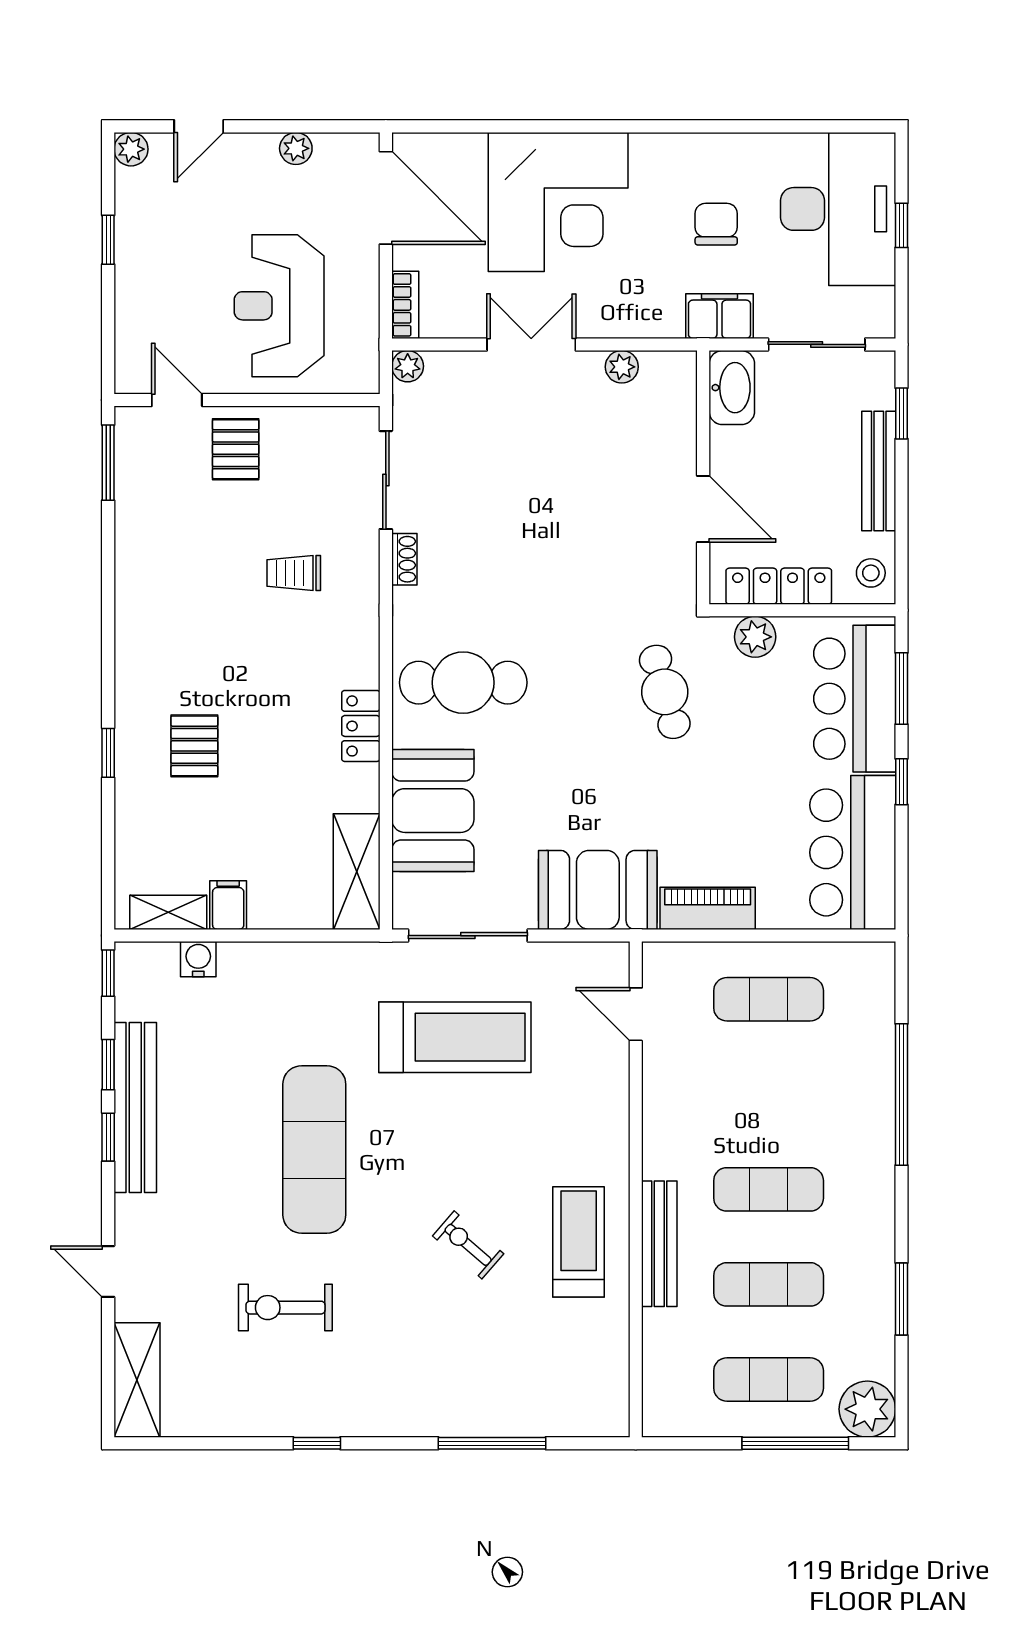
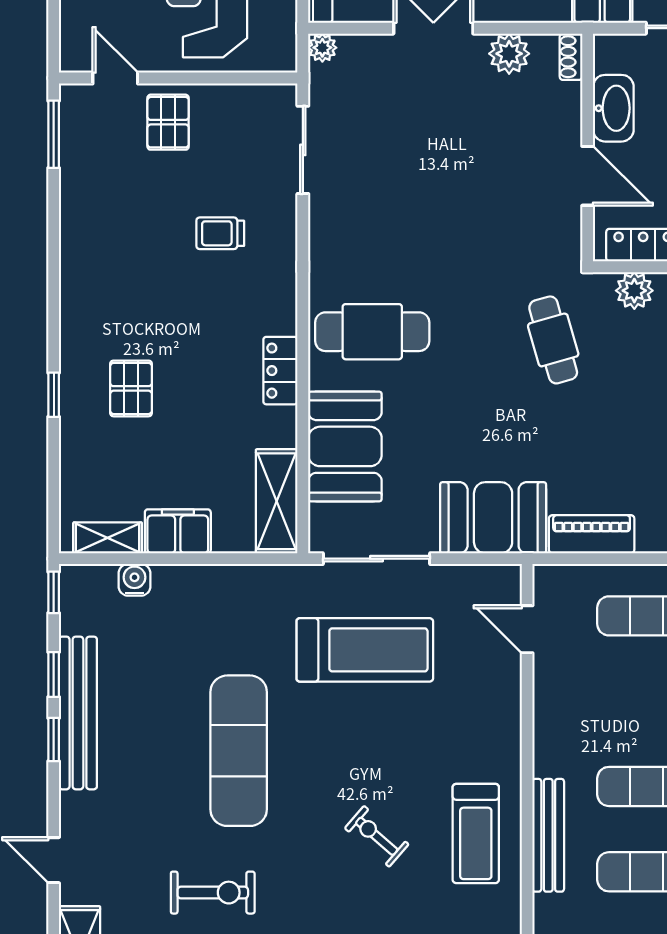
plant: (622, 367) -> (509, 54), width x1.38, depth x1.38
washbasin: (732, 388) -> (613, 108), moved
shoe rack: (404, 559) -> (571, 57), moved, turned 180
filing cabinet: (228, 905) -> (178, 531), width x2.00
treadmill: (579, 1242) -> (476, 834), turned 180
exercise bike: (285, 1308) -> (213, 893), turned 180

